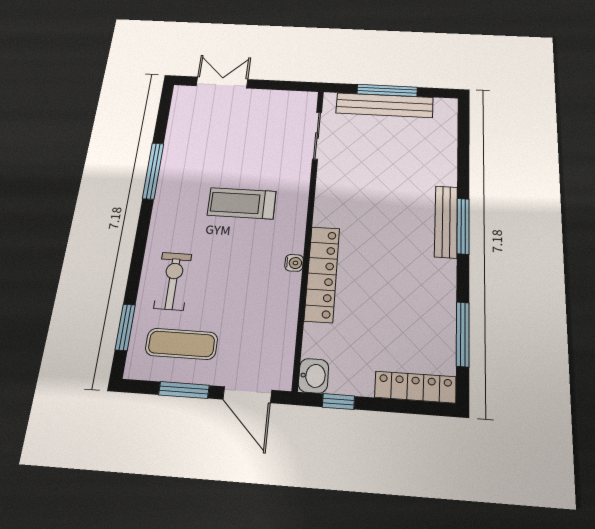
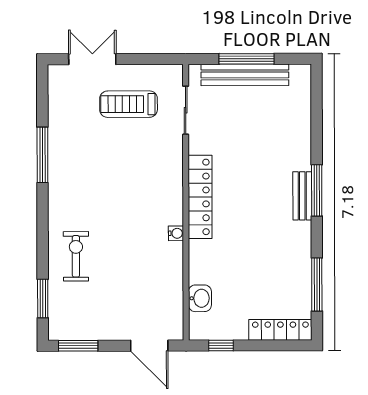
treadmill: (242, 203) -> (129, 104), moved
bench: (446, 222) -> (302, 196), width x0.73
locker: (322, 274) -> (200, 197), moved
exercise mat: (182, 344) -> (91, 309), removed
washbasin: (313, 376) -> (200, 298), moved
window: (184, 390) -> (78, 346), moved

